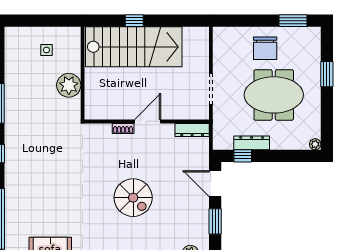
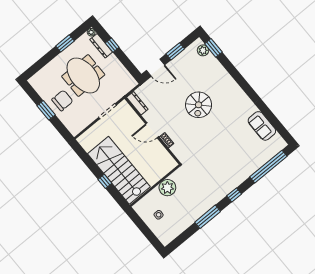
window: (293, 21) -> (46, 110), moved
window: (327, 74) -> (65, 43), moved
dresser: (252, 143) -> (101, 46), moved
window: (243, 156) -> (112, 45), moved
door: (215, 184) -> (155, 68), hinge flipped
spiral stairs: (133, 198) -> (199, 105), turned 180

